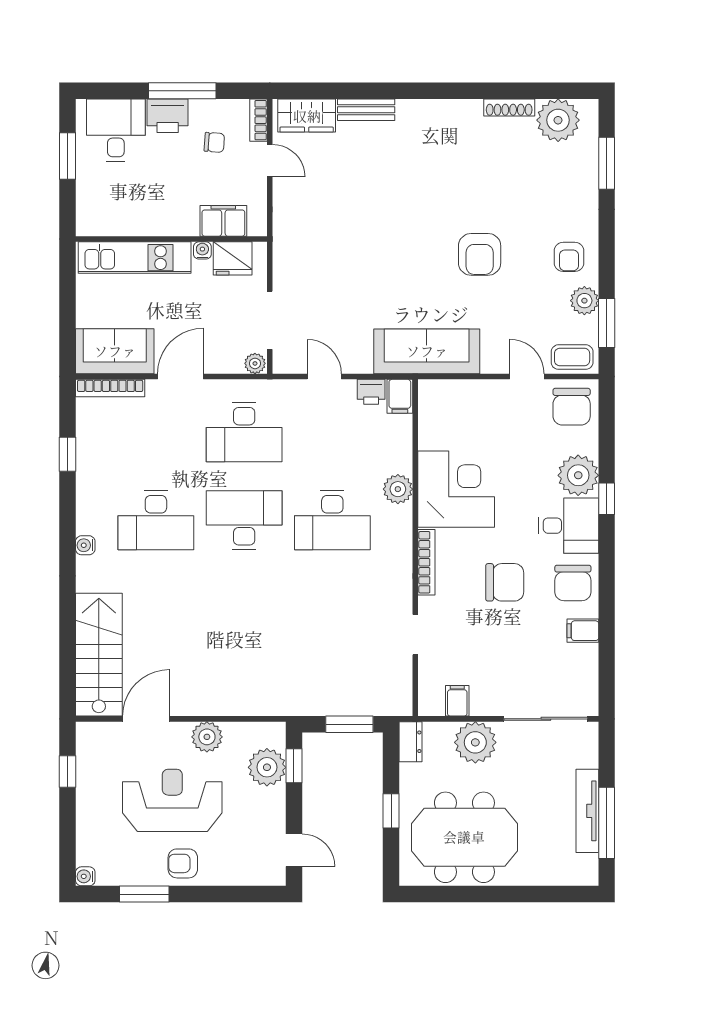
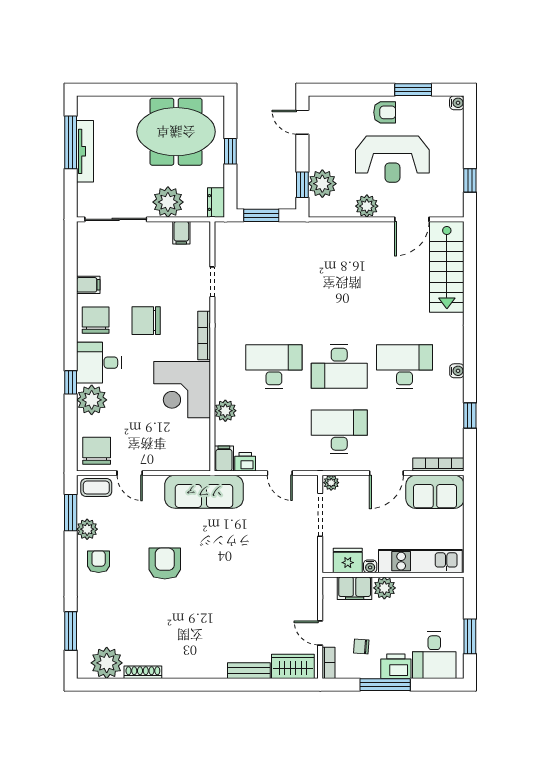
plant: (183, 221) -> (384, 588), added
plant: (398, 489) -> (225, 411), moved
water cooler: (85, 545) -> (457, 371), moved

